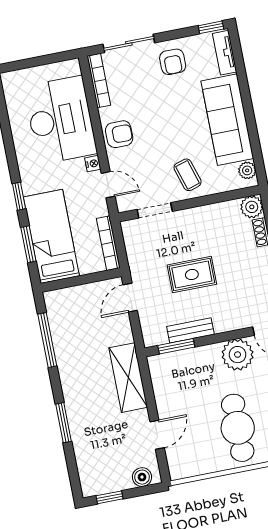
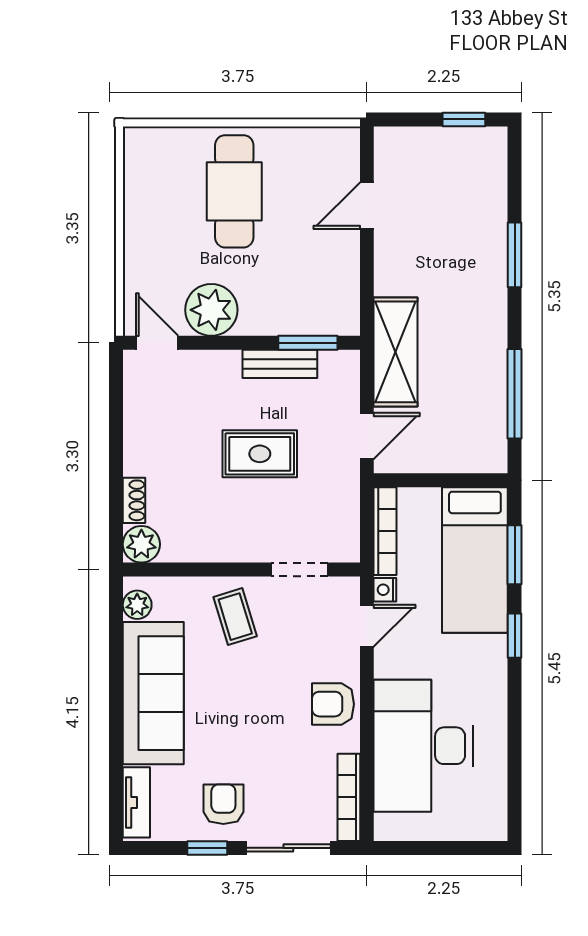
window: (211, 27) -> (207, 848), moved
nightstand: (93, 164) -> (385, 590), moved
door: (108, 185) -> (367, 626), swing flipped
shelving: (128, 378) -> (396, 352), moved
boiler: (142, 477) -> (405, 142), removed

